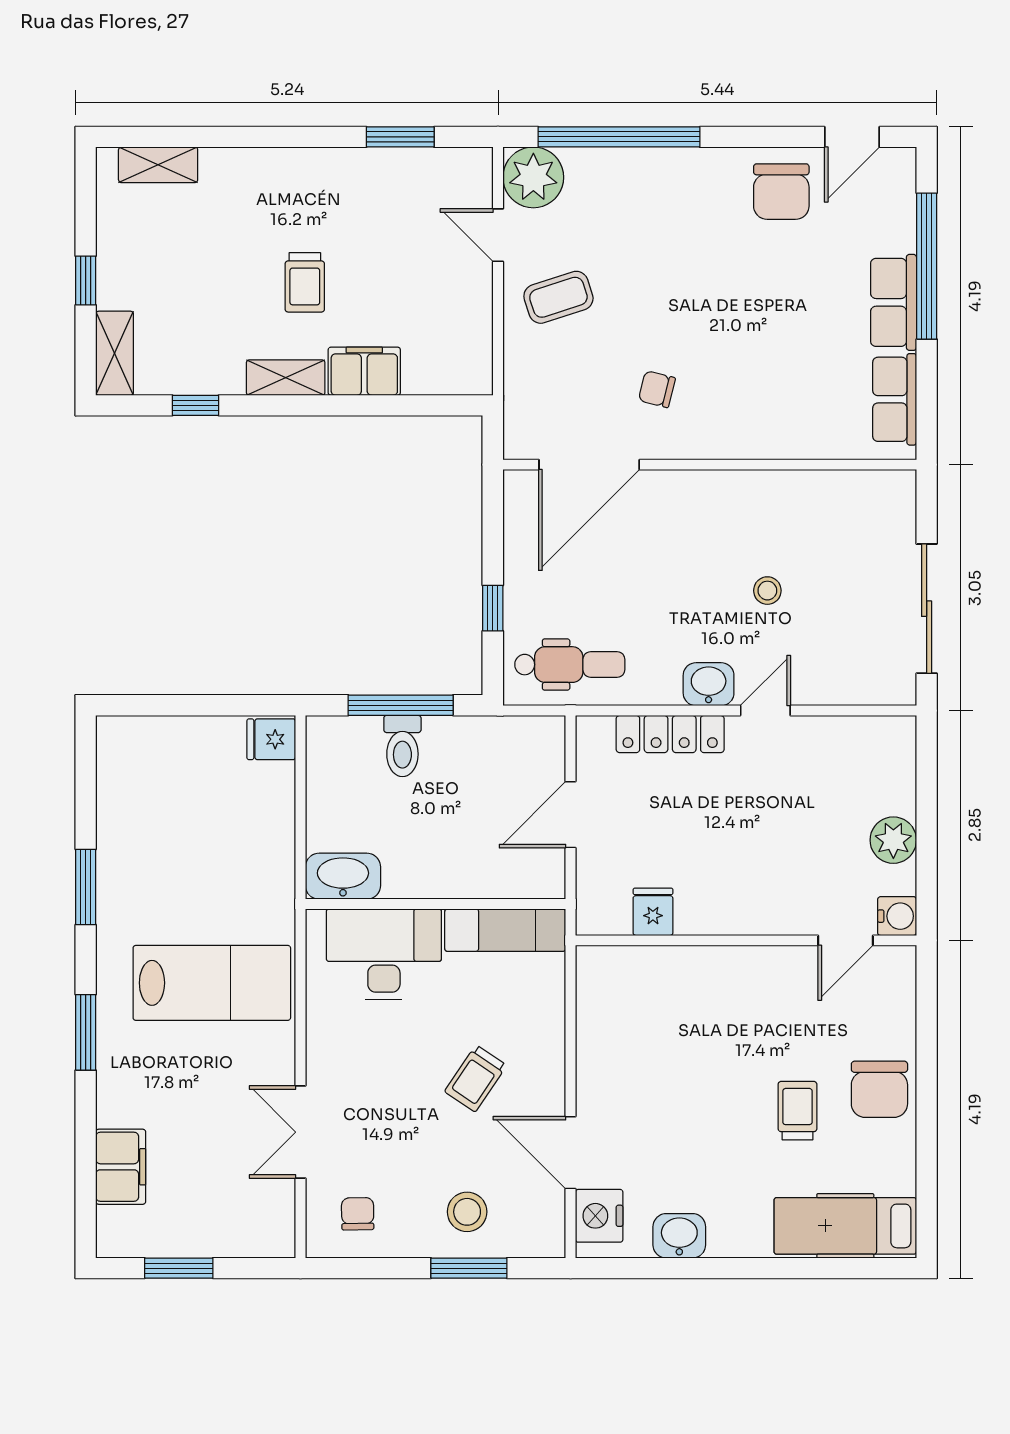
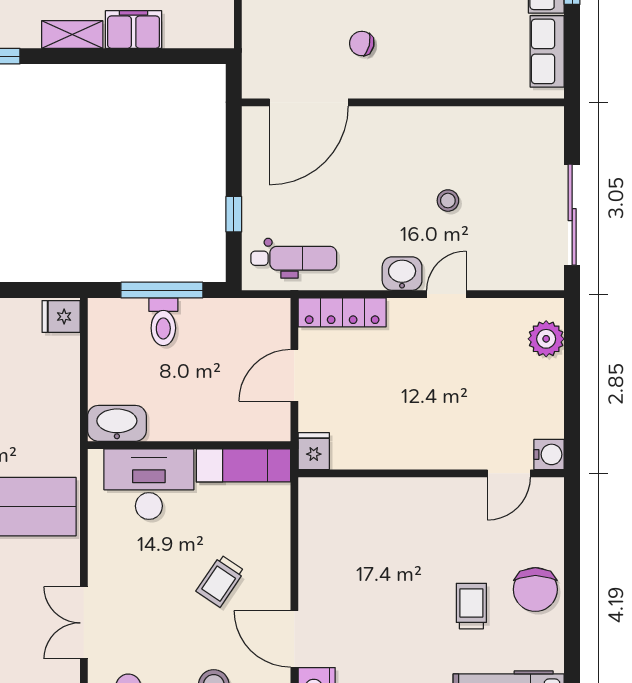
locker: (670, 734) -> (342, 312), moved
plant: (893, 840) -> (546, 339), moved
fridge: (653, 912) -> (314, 451), moved

